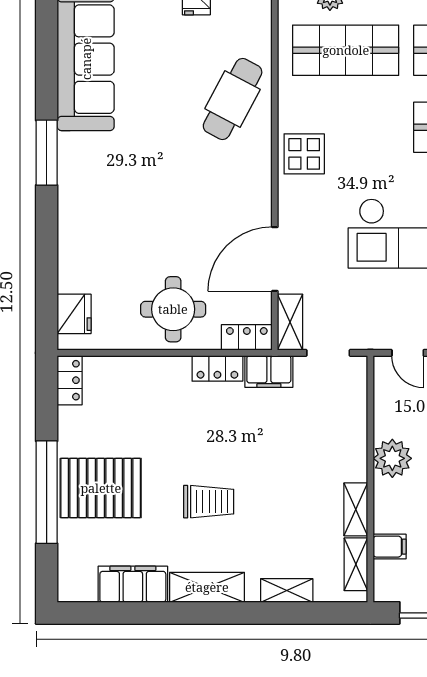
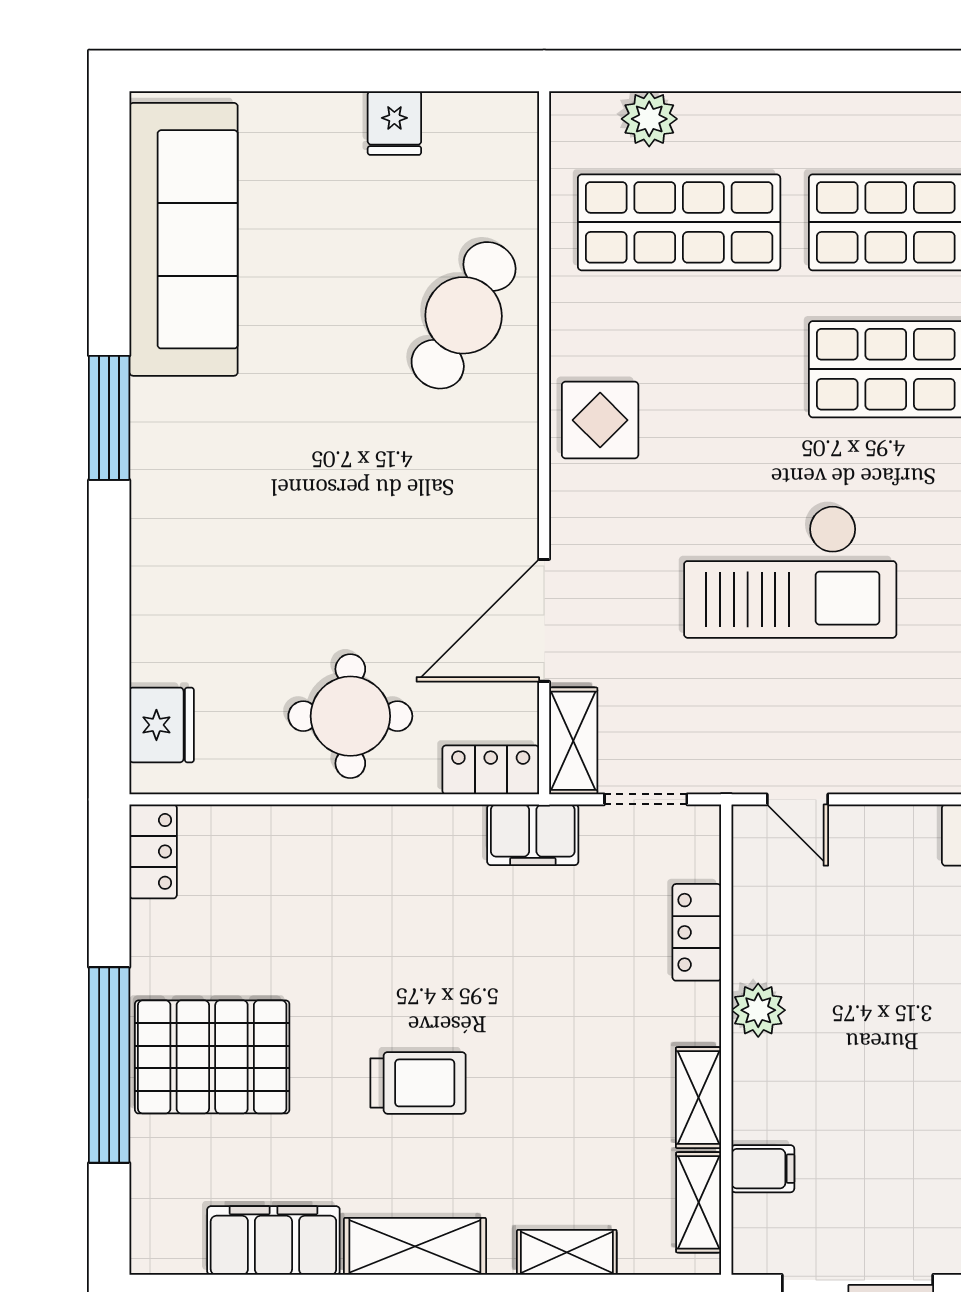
locker: (217, 368) -> (697, 932), moved, turned 90
plant: (392, 458) -> (758, 1010), width x0.73, depth x0.73

